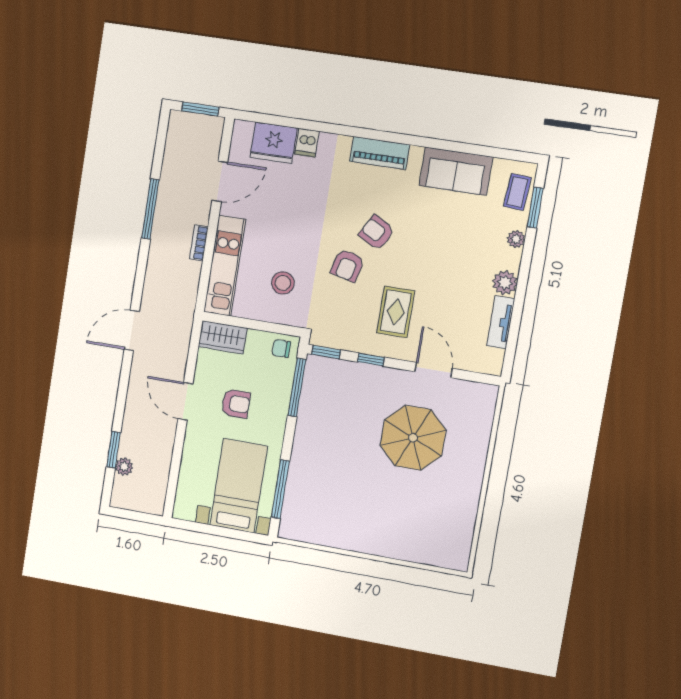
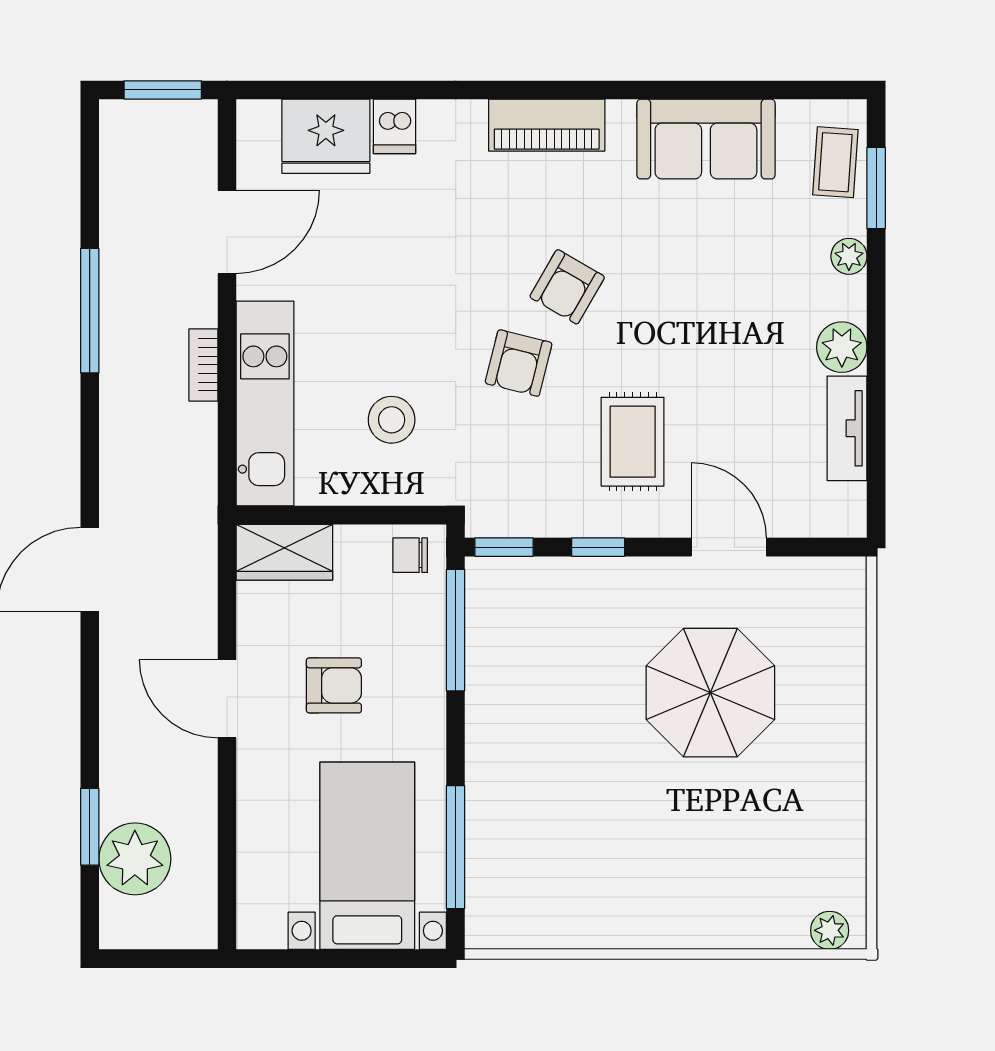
armchair: (377, 233) -> (567, 287), turned -89
plant: (124, 467) -> (135, 859), width x1.88, depth x1.88
plant: (451, 560) -> (830, 930), added

